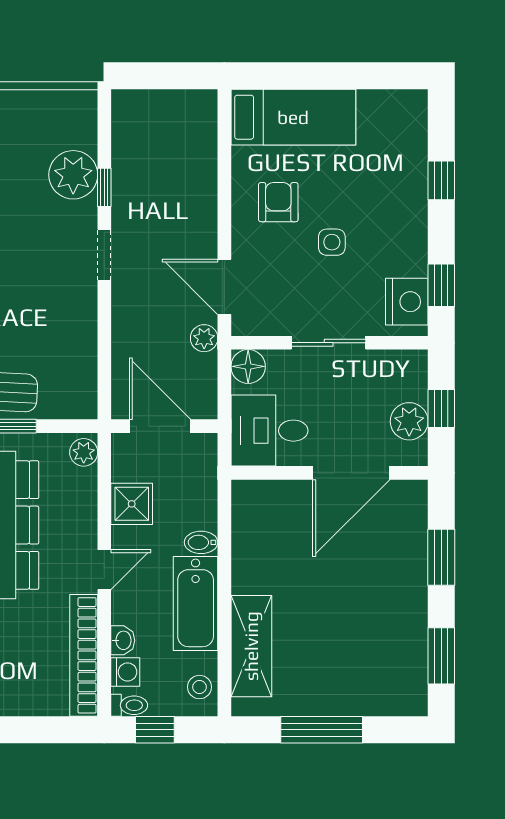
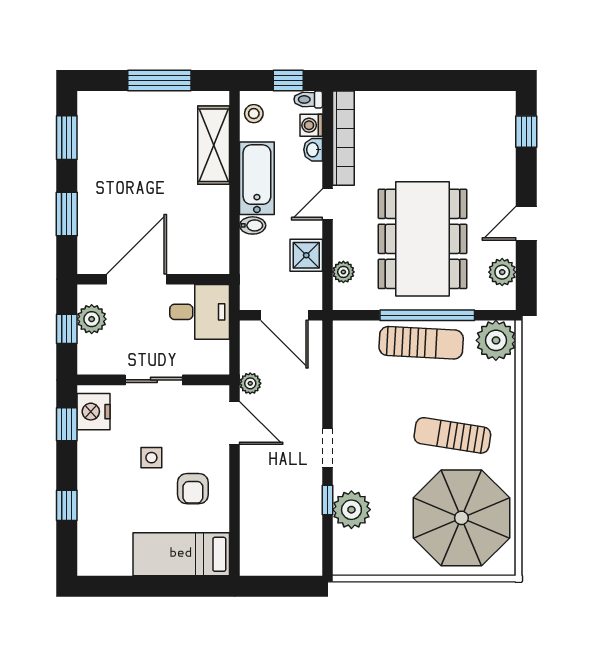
floor lamp: (248, 366) -> (216, 361), removed
plant: (84, 452) -> (343, 272), moved

